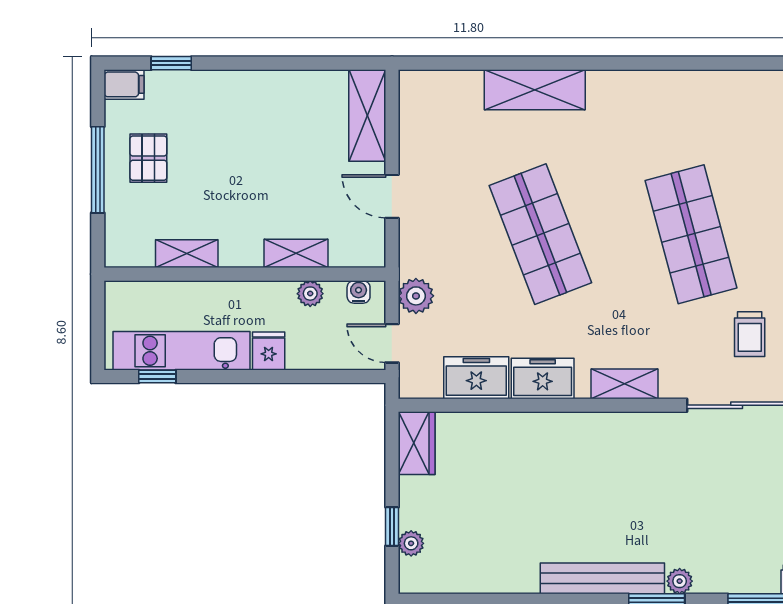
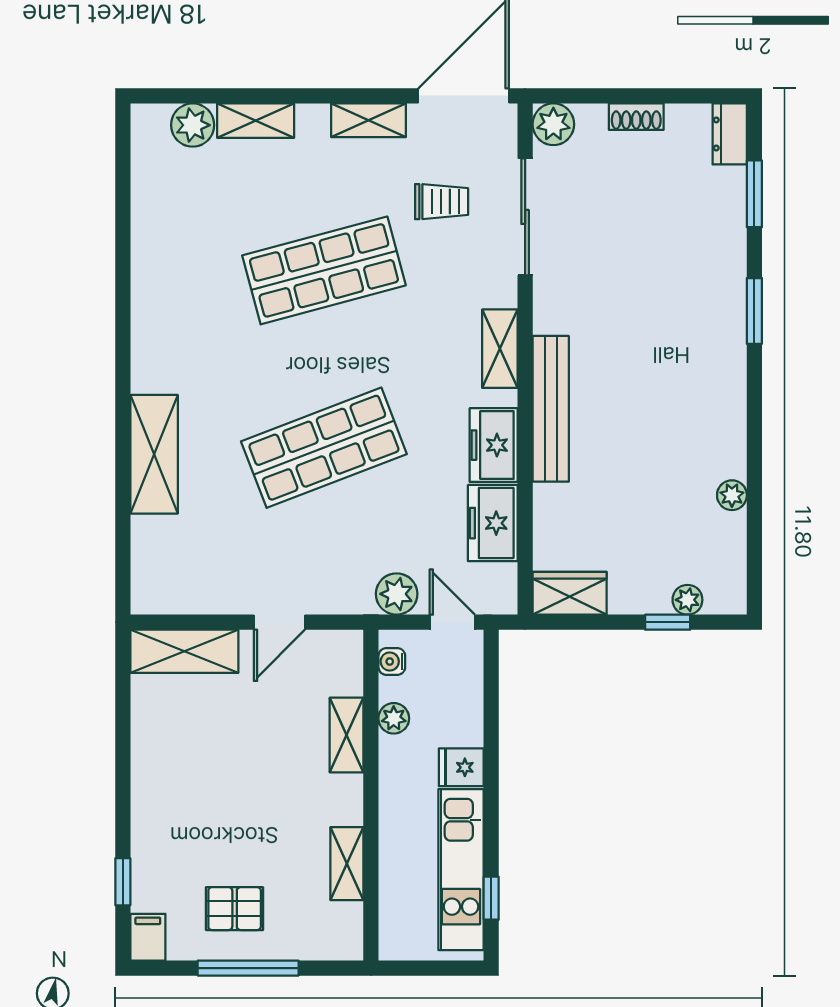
door: (392, 343) -> (452, 622), swing flipped
bench: (602, 578) -> (551, 409), moved
plant: (680, 581) -> (732, 495), moved

